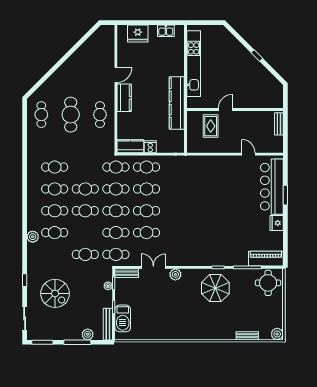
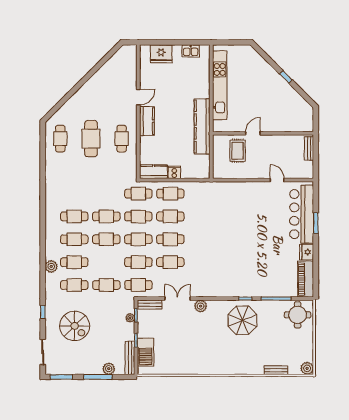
cafe table: (55, 167) -> (74, 285), moved
piano: (266, 259) -> (306, 279), moved, turned -90

